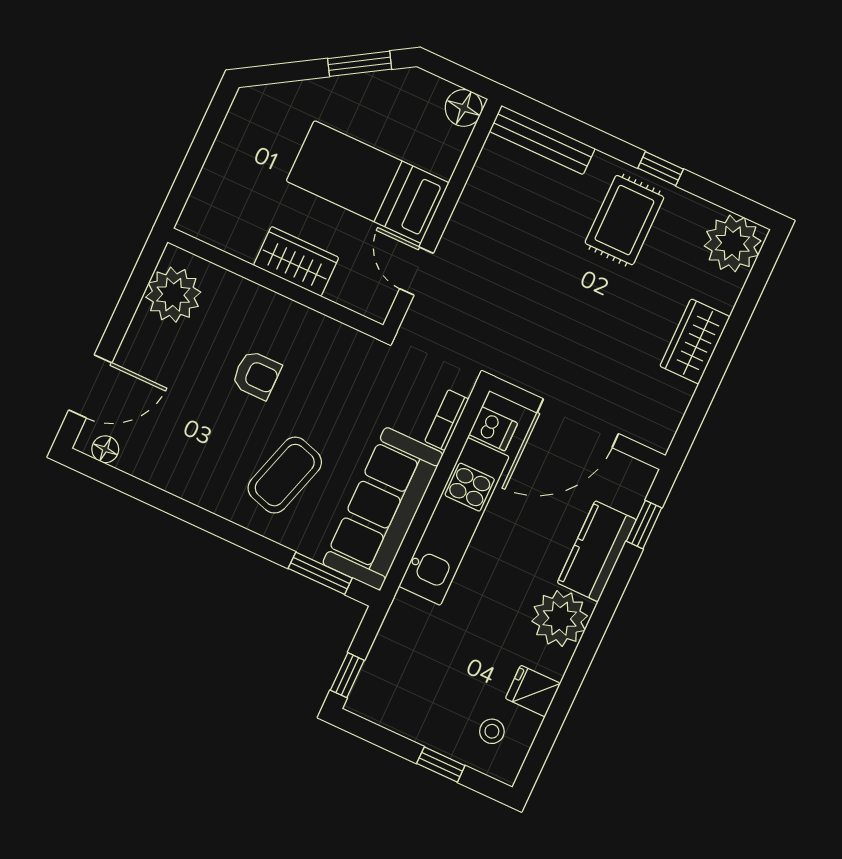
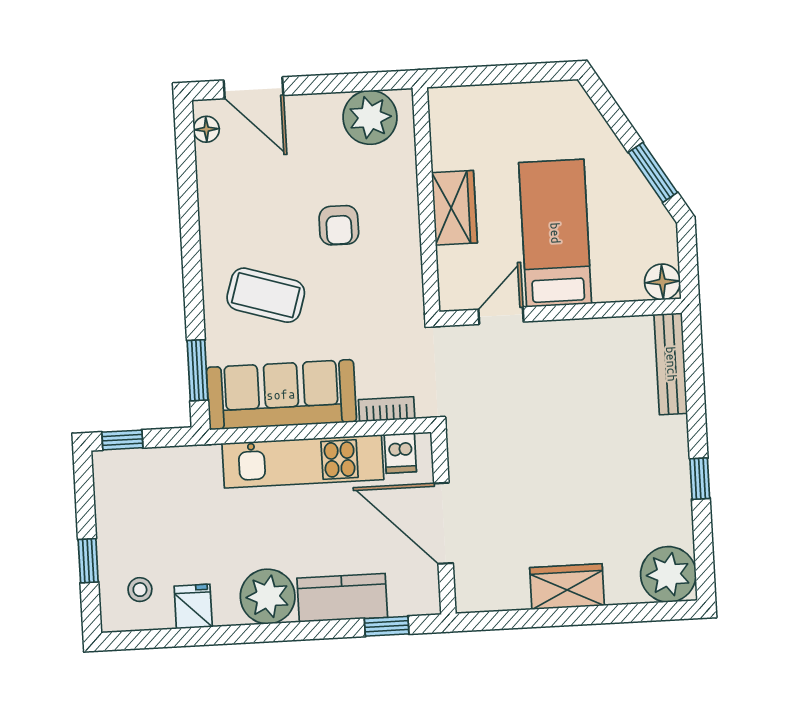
rug: (624, 220) -> (639, 471), removed

